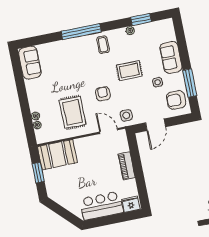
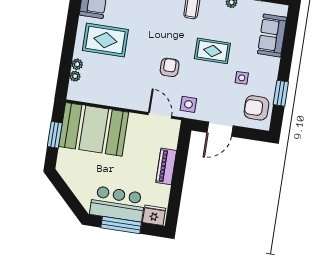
sofa: (171, 57) -> (272, 35), moved
window: (190, 83) -> (281, 93), width x0.69
rug: (73, 112) -> (105, 40), moved, turned 90
booth: (57, 155) -> (94, 129), width x1.36, depth x1.42
window: (110, 220) -> (121, 225), added

